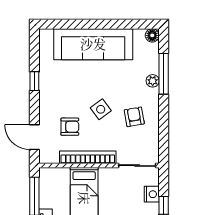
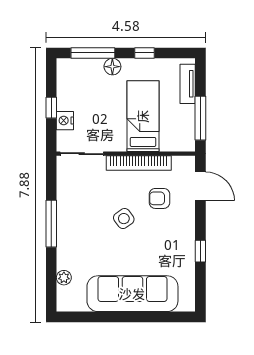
floor lamp: (152, 35) -> (64, 304), removed
window: (164, 74) -> (51, 224), moved
plant: (153, 81) -> (64, 278), moved
armchair: (134, 117) -> (85, 210), removed

